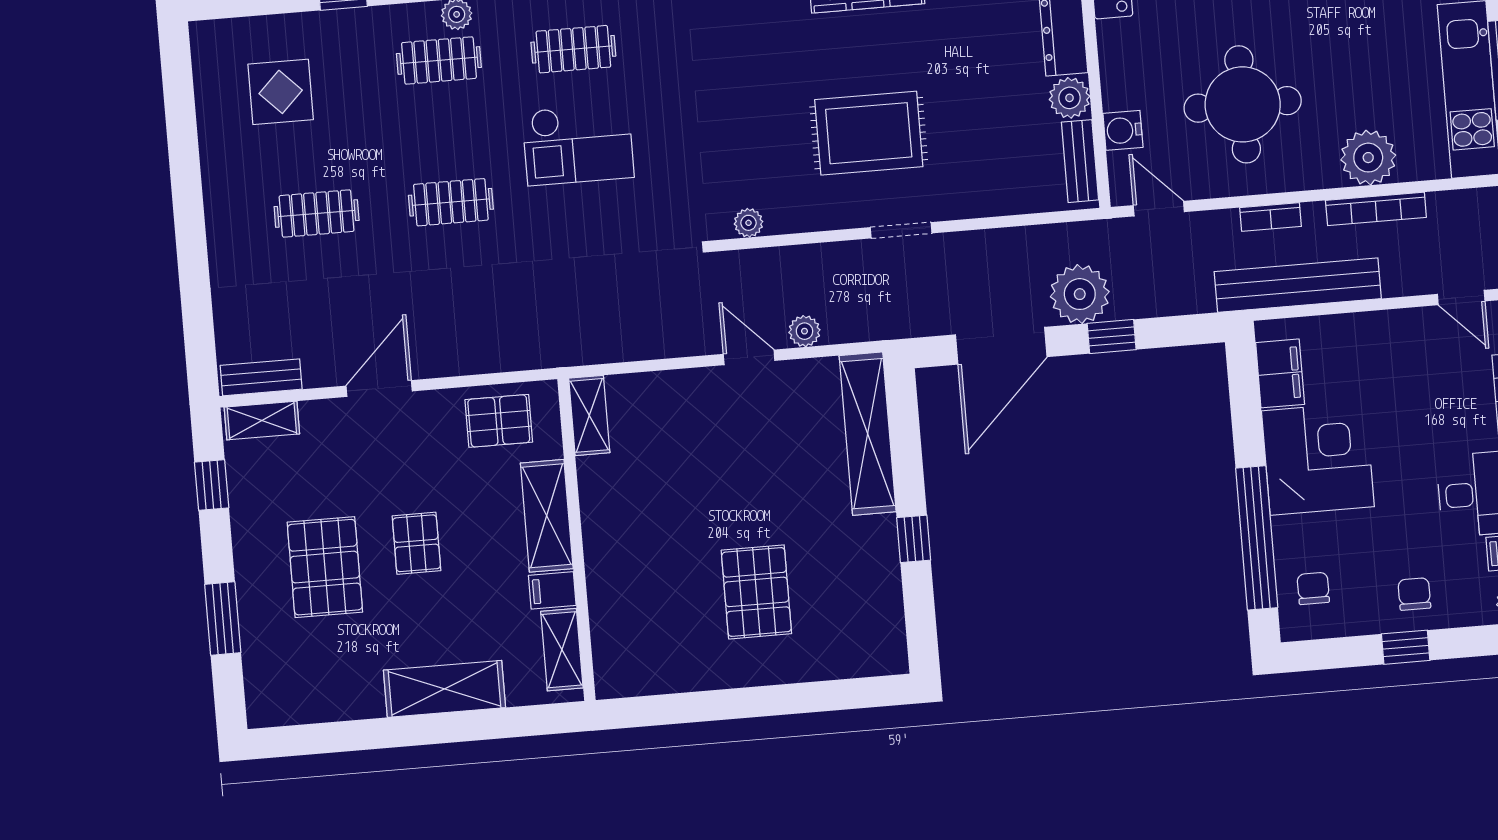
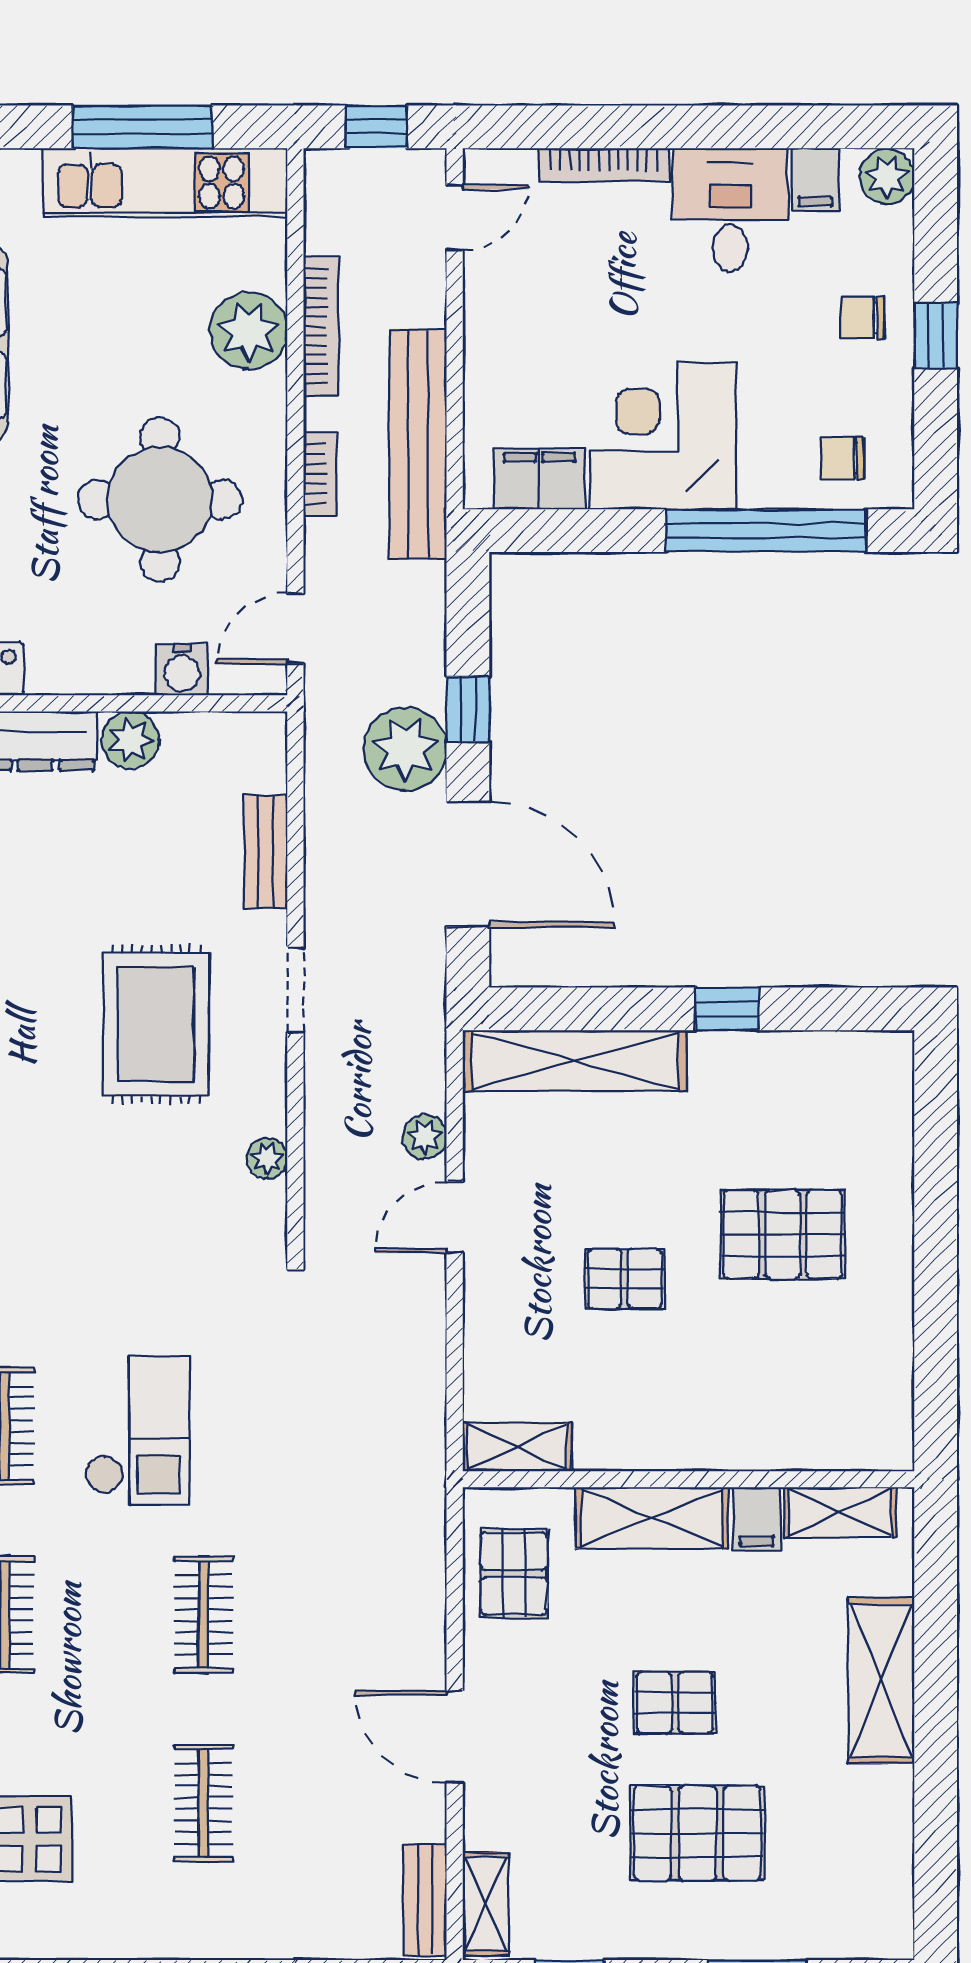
bench: (1080, 161) -> (266, 851), moved, turned 90
plant: (749, 223) -> (267, 1158), moved
pallet: (715, 482) -> (624, 1279), added

